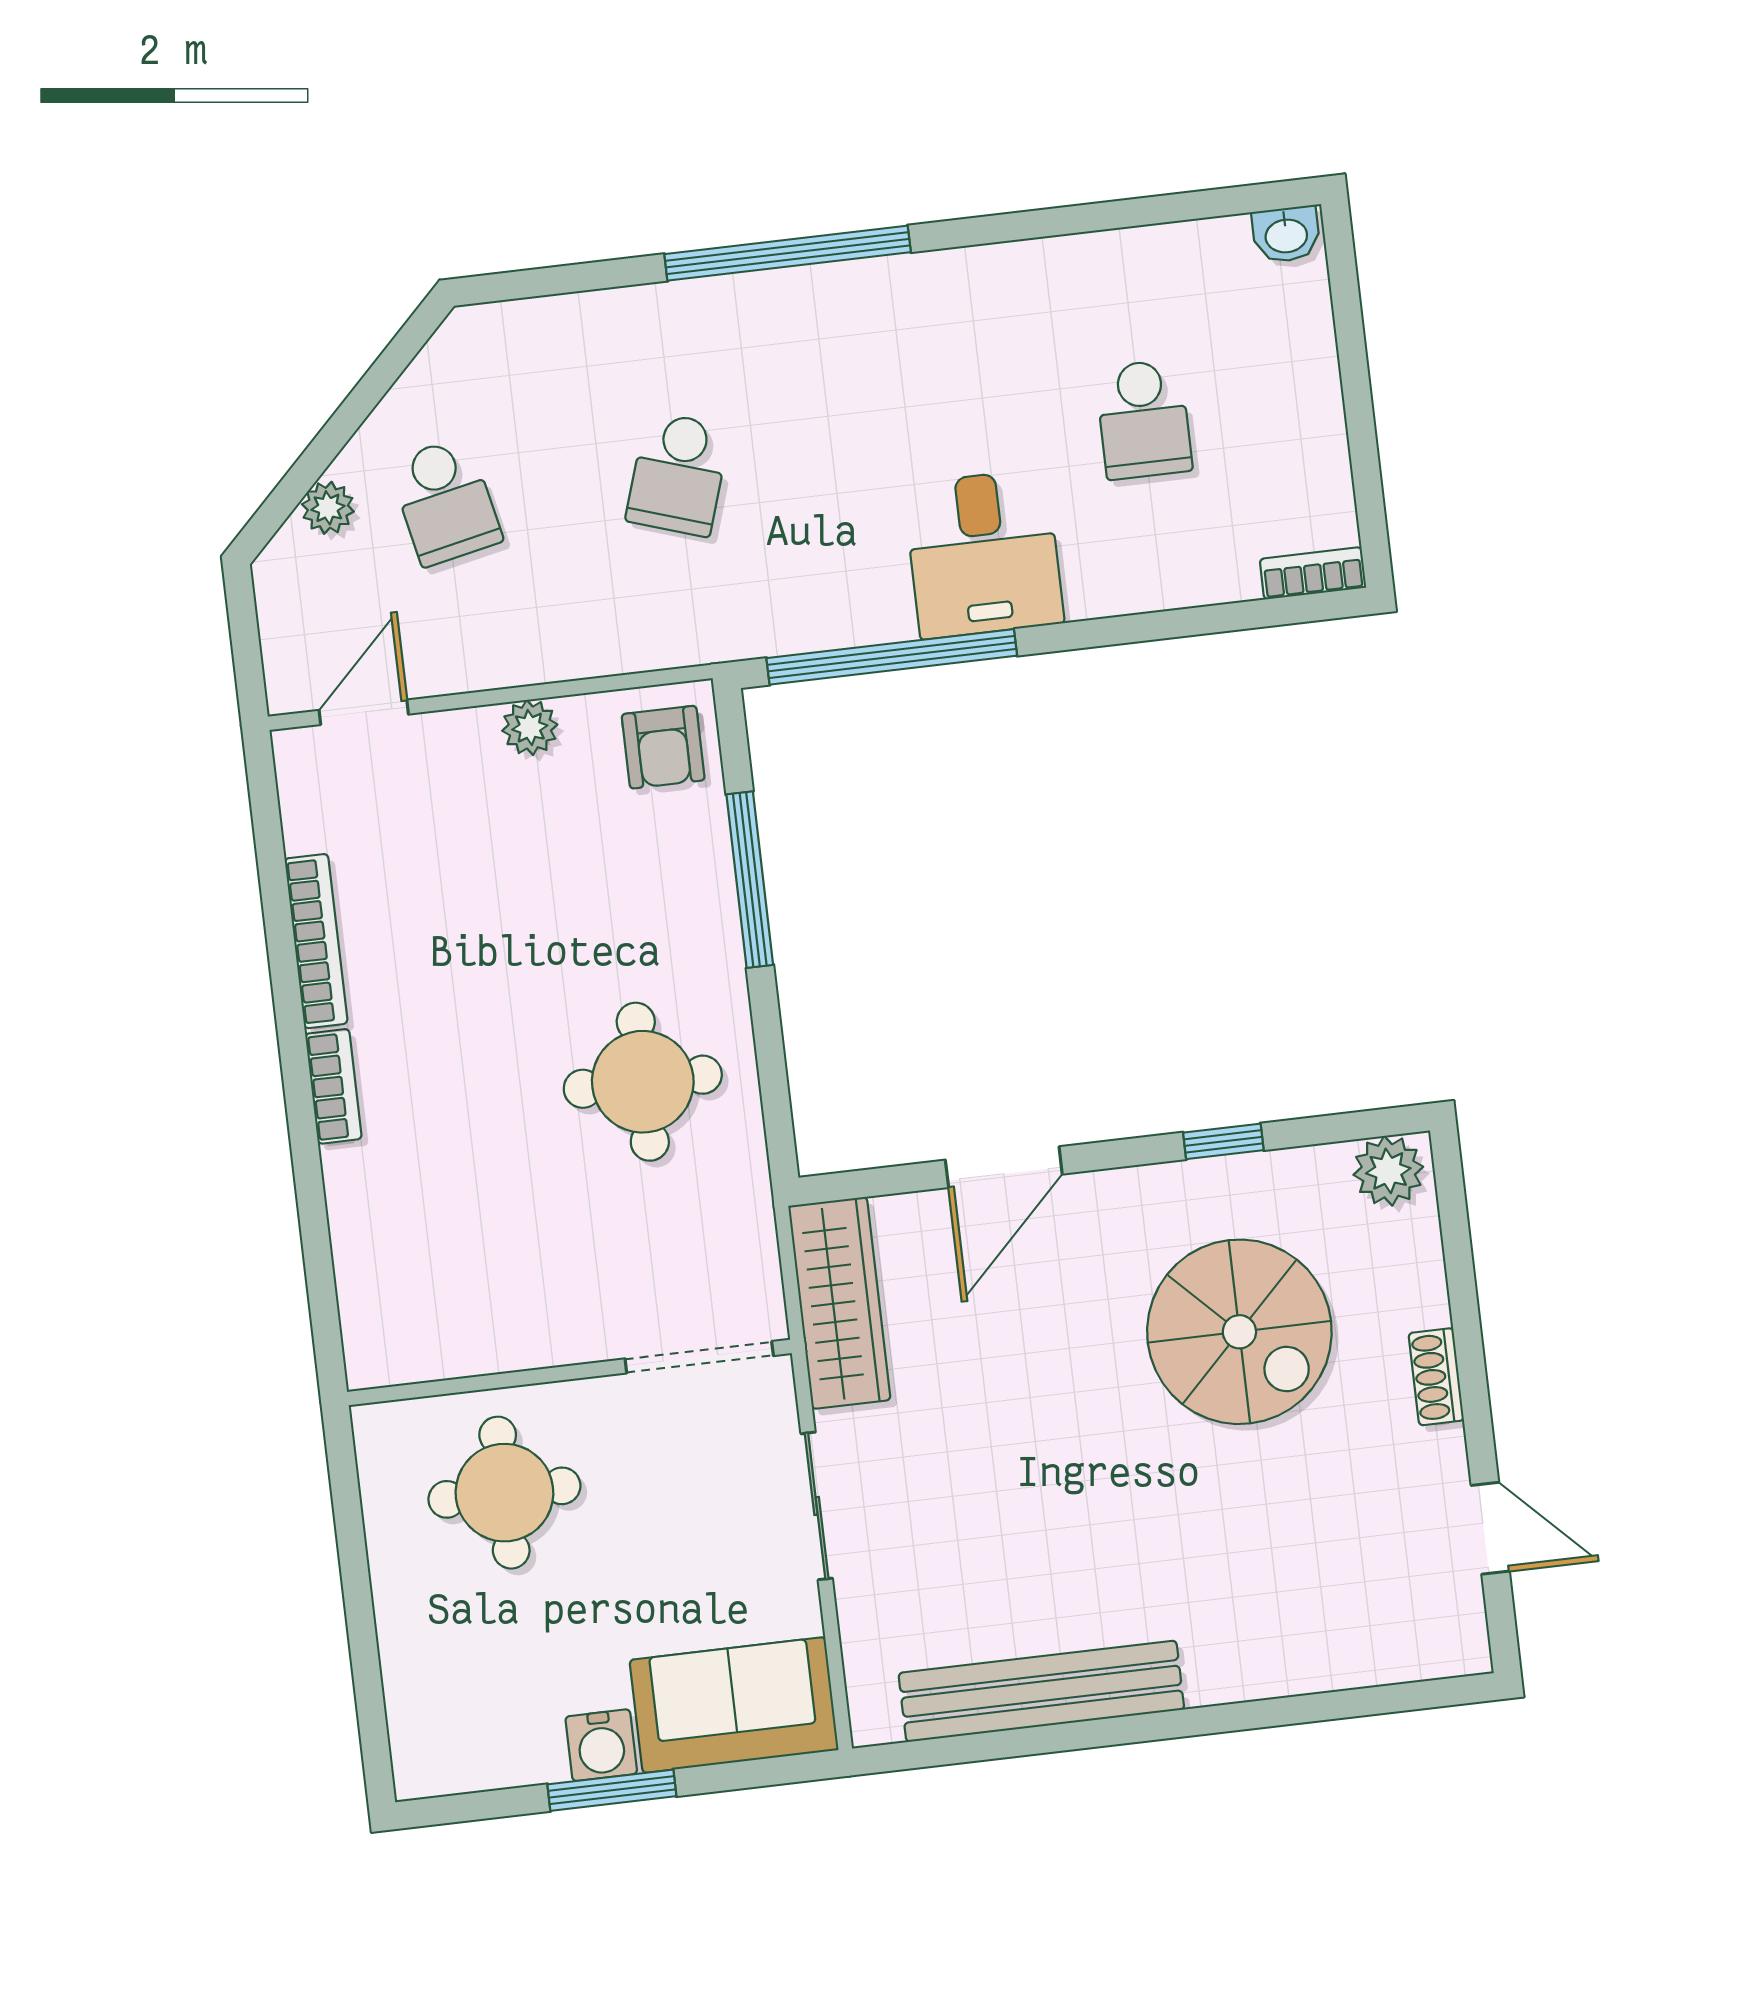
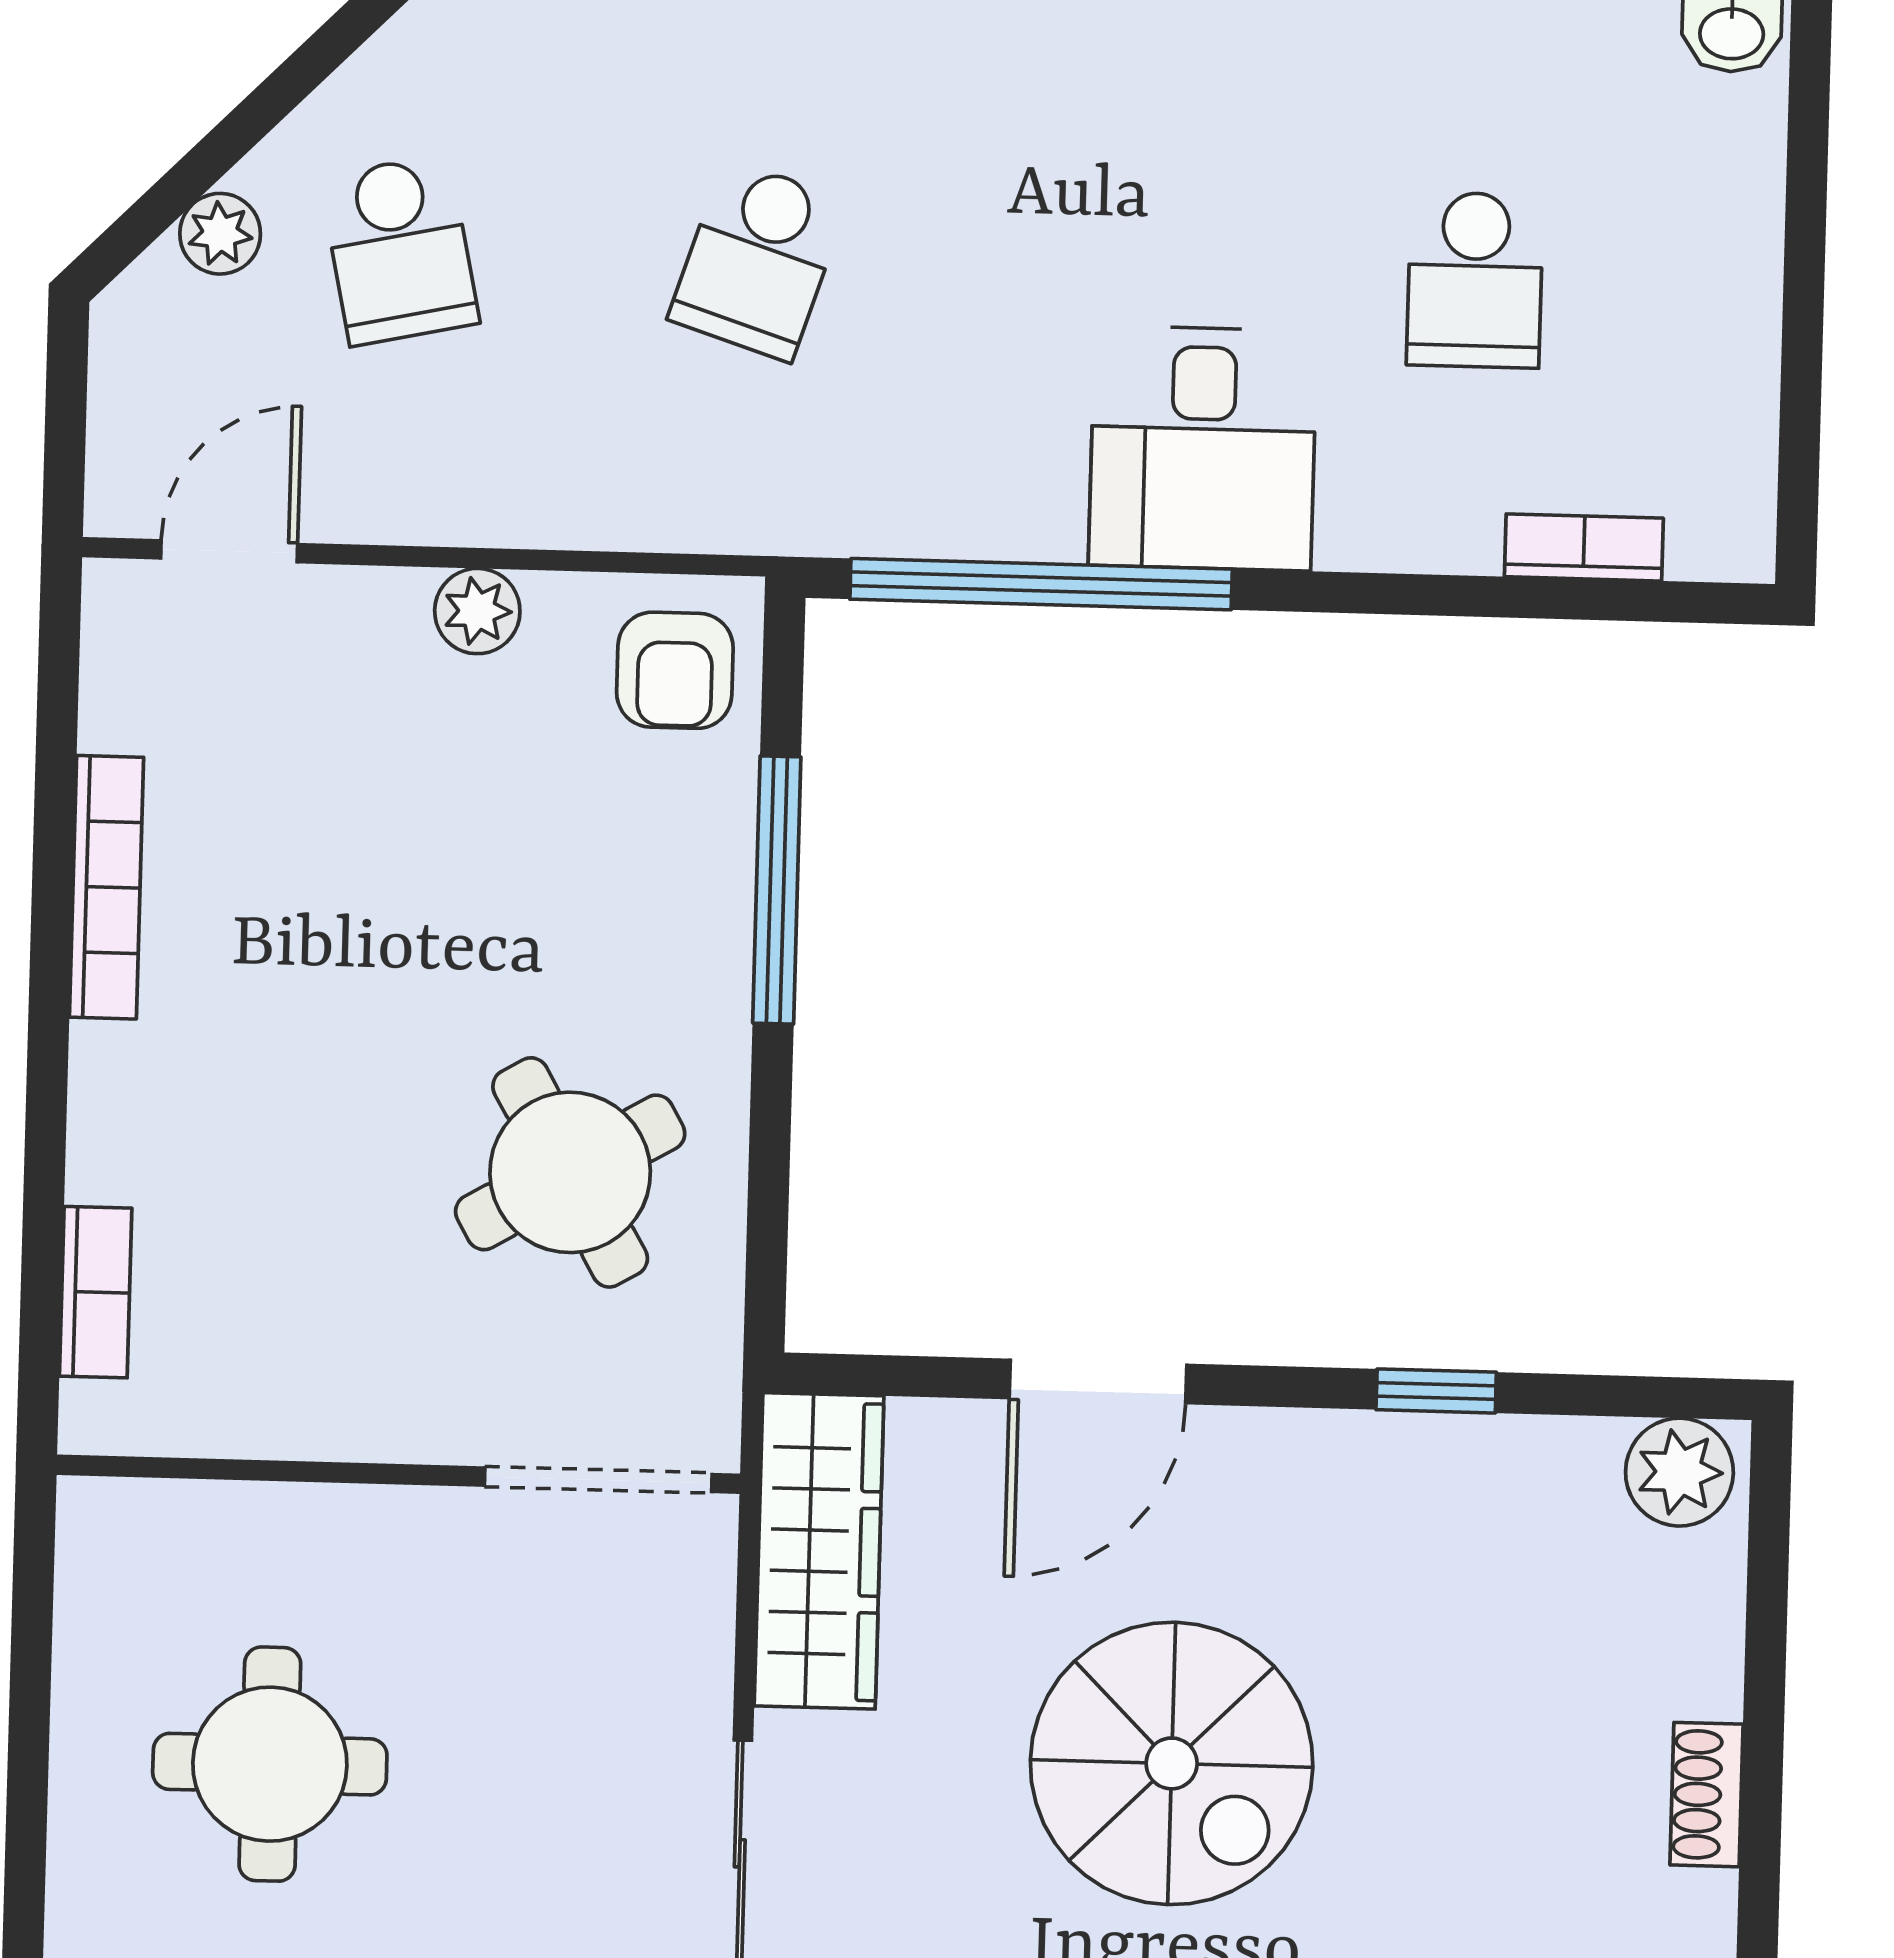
bookcase: (1313, 573) -> (1584, 547), moved
round table: (643, 1082) -> (570, 1172), turned -30
bookcase: (333, 1086) -> (96, 1292), moved
spiral stairs: (1239, 1332) -> (1172, 1763), moved
doorway: (699, 1357) -> (598, 1480), moved
wall: (569, 1372) -> (398, 1474), moved

